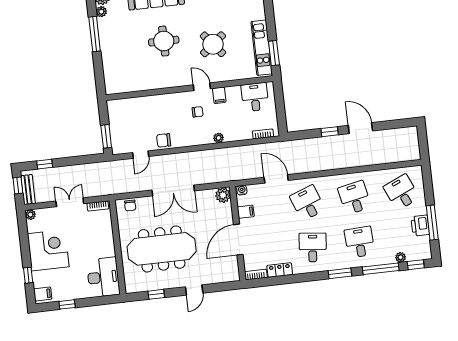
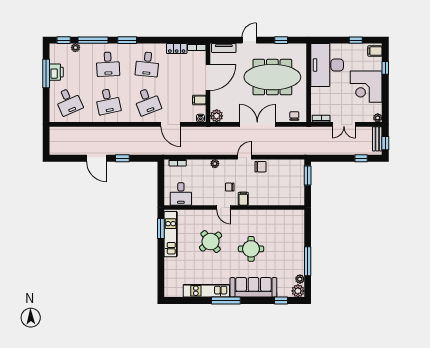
filing cabinet: (219, 95) -> (243, 199), moved
door: (141, 155) -> (244, 157), moved
desk: (103, 277) -> (327, 65), width x1.36, depth x1.30
tv unit: (224, 277) -> (224, 48), added

